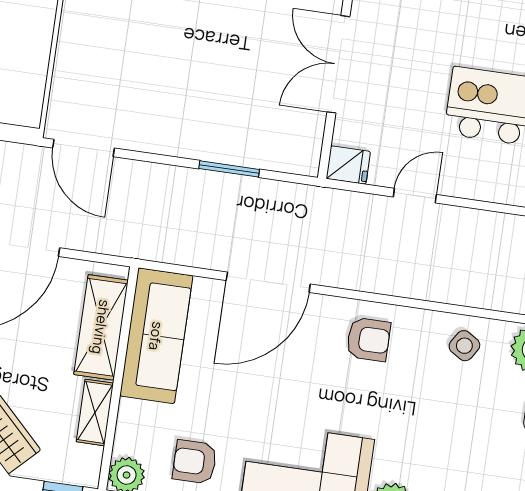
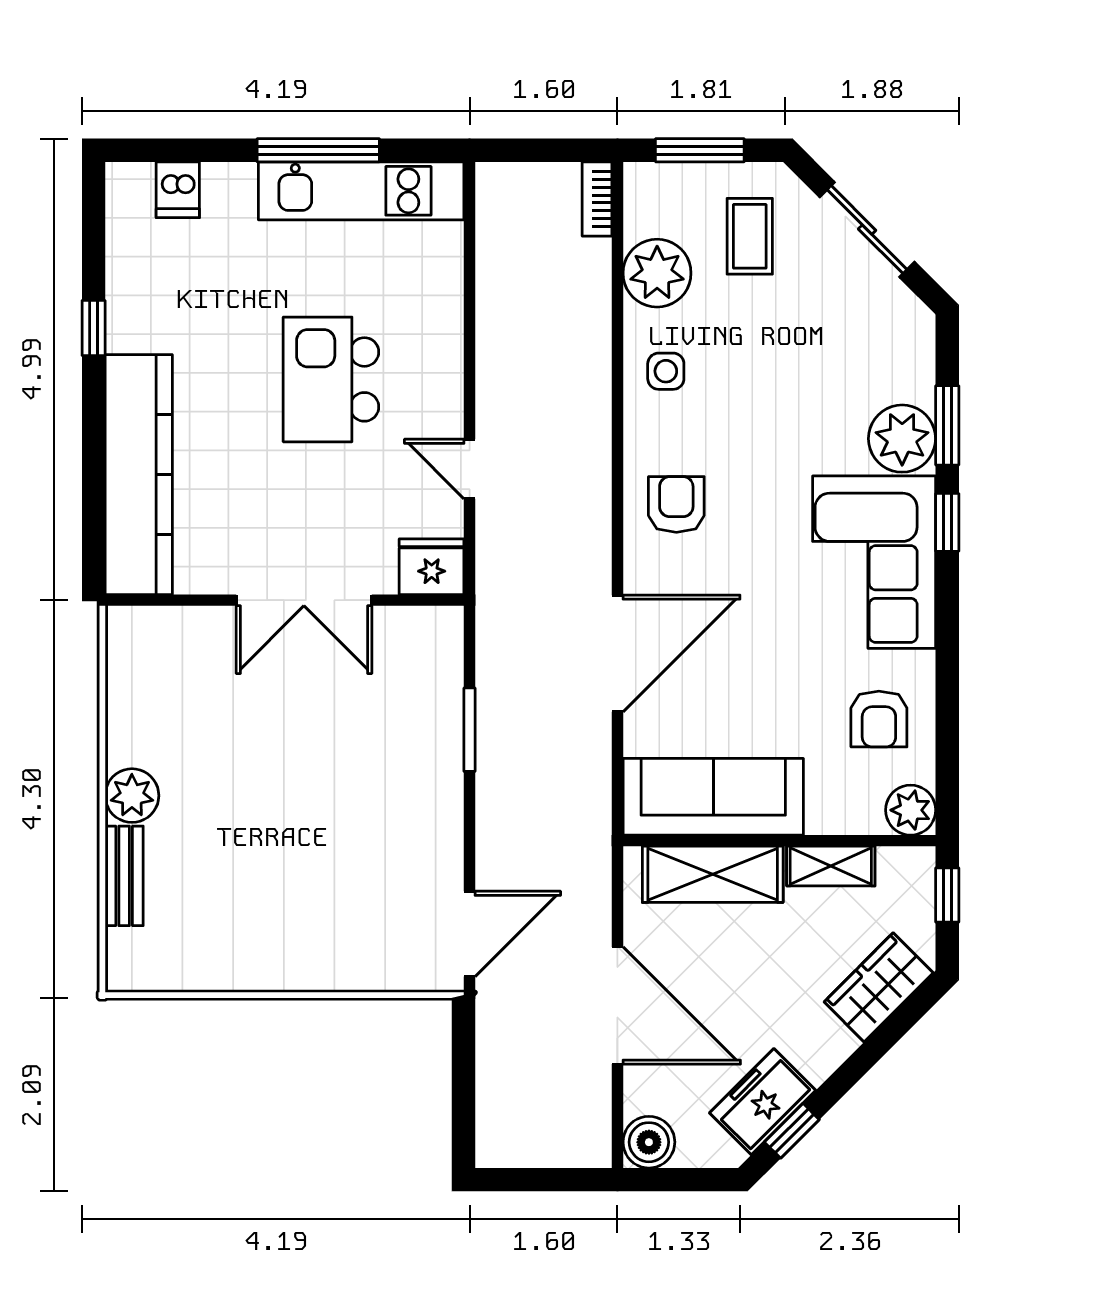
fridge: (348, 165) -> (432, 567), width x1.38
door: (268, 282) -> (617, 654), hinge flipped
side table: (464, 346) -> (666, 371), turned -32

